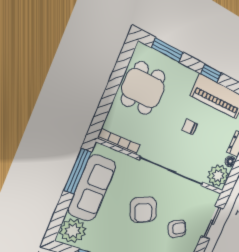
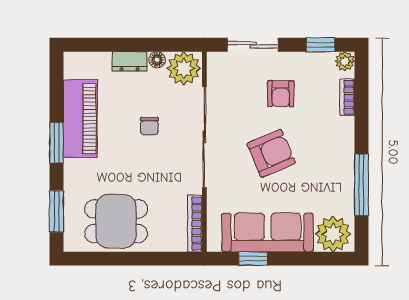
window: (211, 73) -> (57, 143), width x1.50
chair: (190, 127) -> (149, 126), moved
window: (78, 171) -> (253, 259), width x0.46
armchair: (177, 229) -> (281, 94), turned -152

